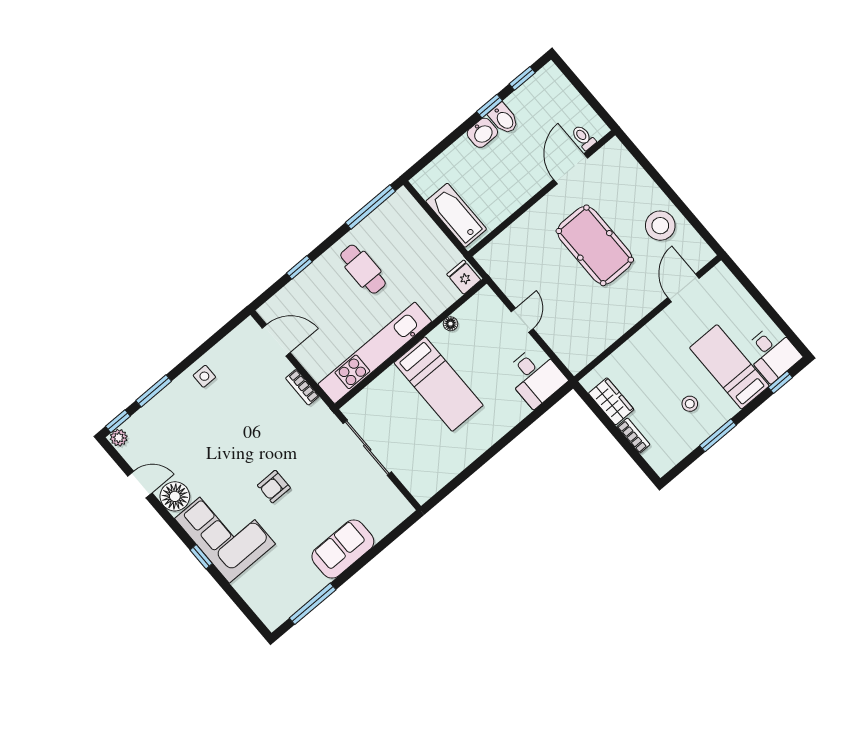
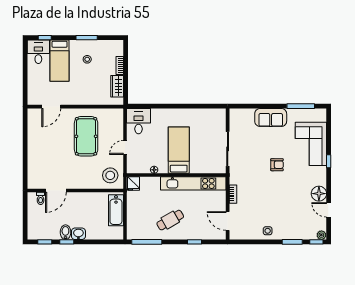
stool: (660, 226) -> (110, 175), moved
pool table: (595, 245) -> (86, 136), moved
cafe table: (363, 269) -> (170, 220), turned 60
corner sofa: (225, 531) -> (311, 144), moved

